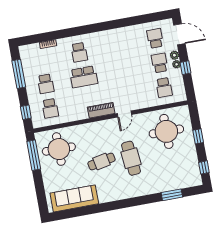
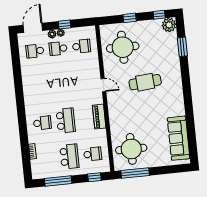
school desk: (46, 84) -> (69, 156), width x1.85
piano: (101, 110) -> (99, 117), moved
cafe table: (101, 161) -> (146, 110), removed
plant: (194, 179) -> (169, 25), added

